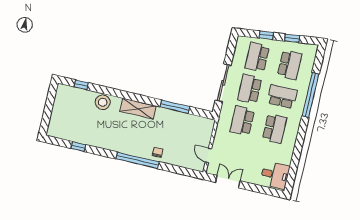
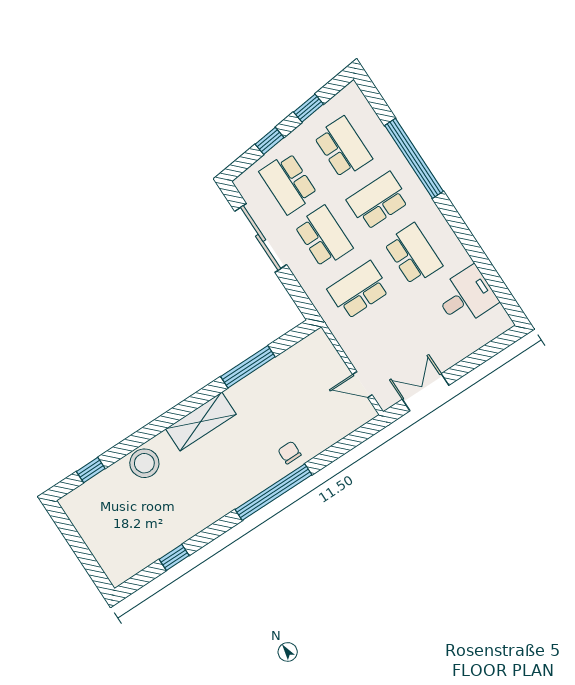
sliding door: (223, 83) -> (261, 238), moved
school desk: (250, 89) -> (324, 237), turned 180
school desk: (242, 121) -> (359, 290), turned 90
desk: (275, 175) -> (466, 296), moved

